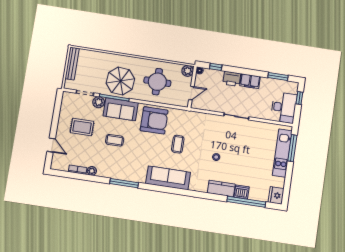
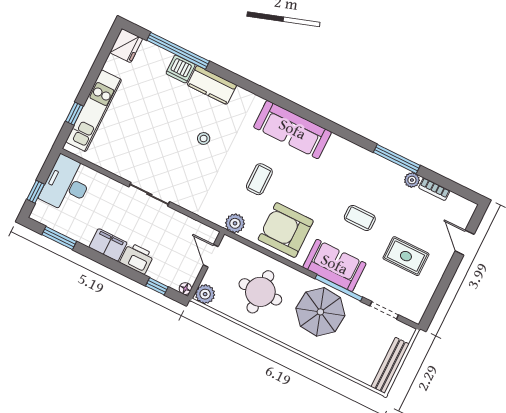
door: (191, 93) -> (211, 256), hinge flipped
plant: (99, 102) -> (235, 223), moved
window: (292, 148) -> (74, 114), width x0.46
window: (124, 183) -> (397, 159), moved

